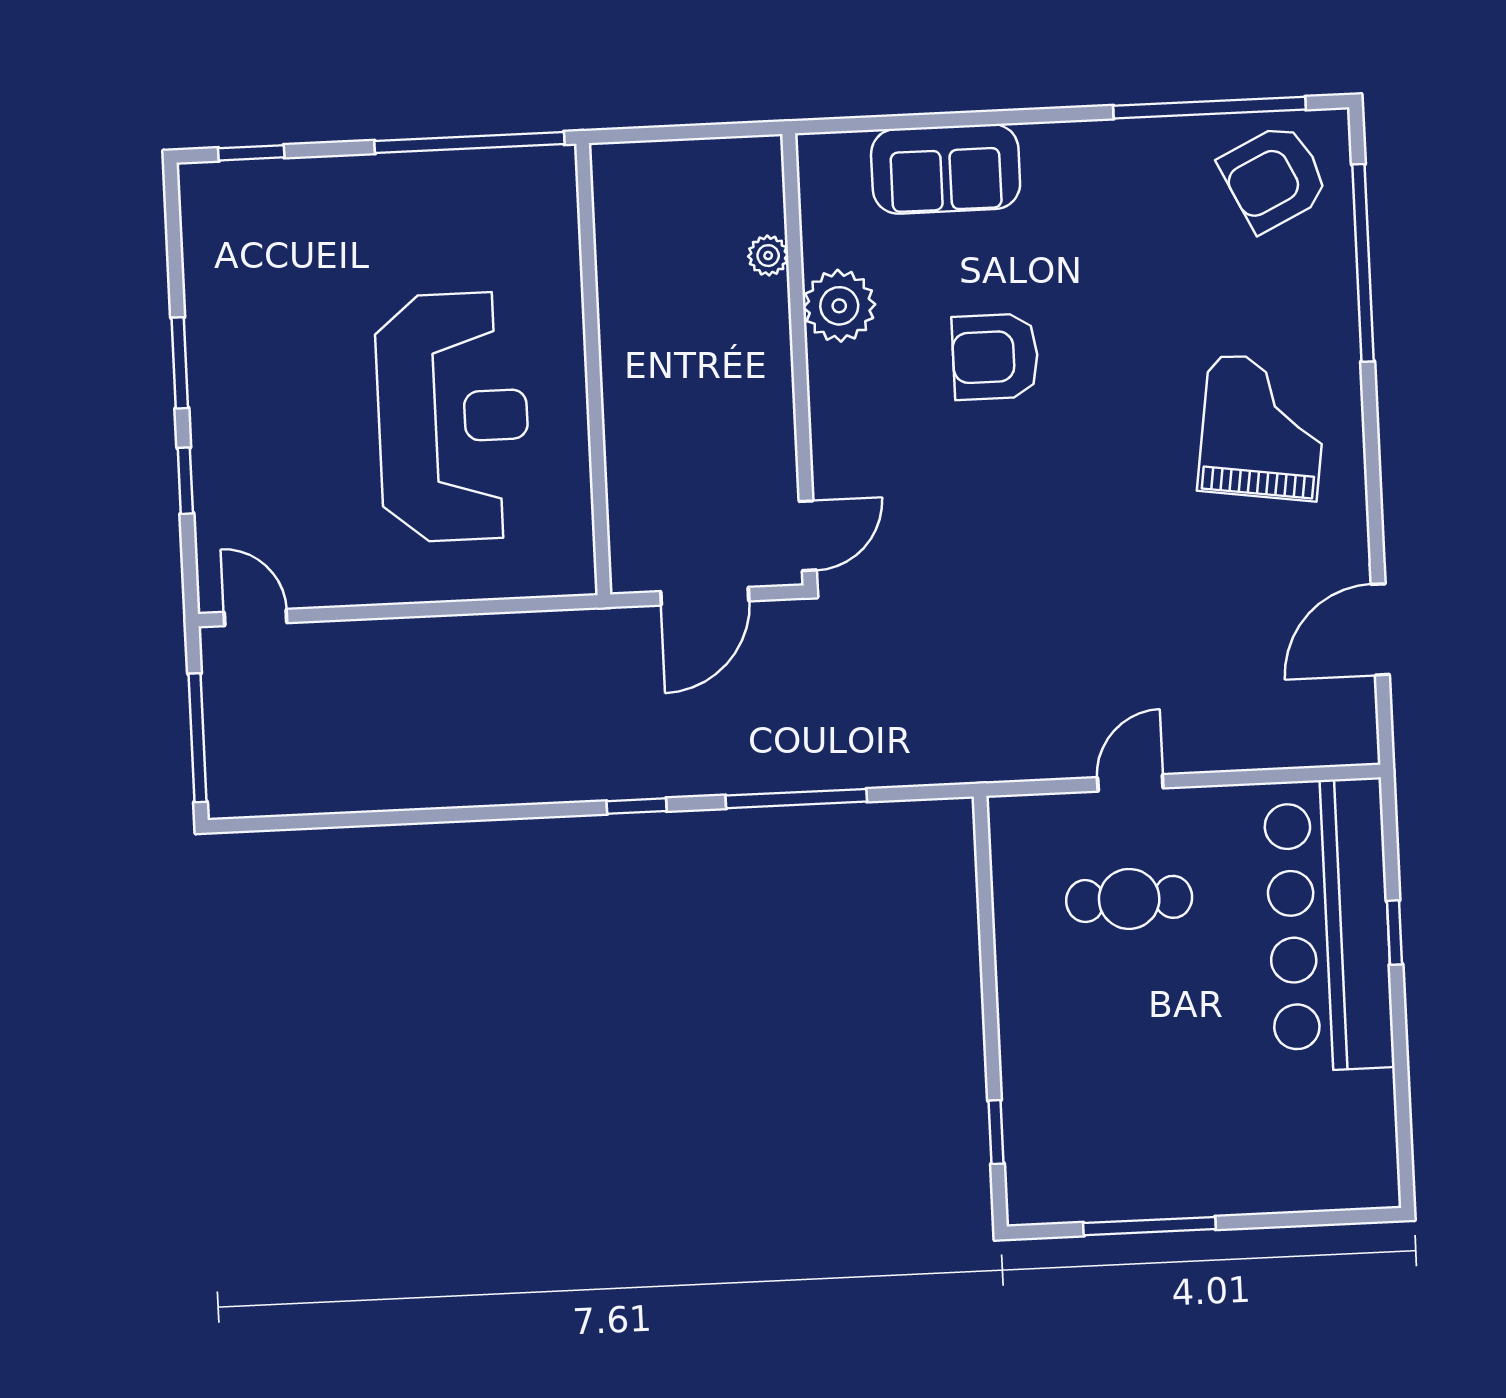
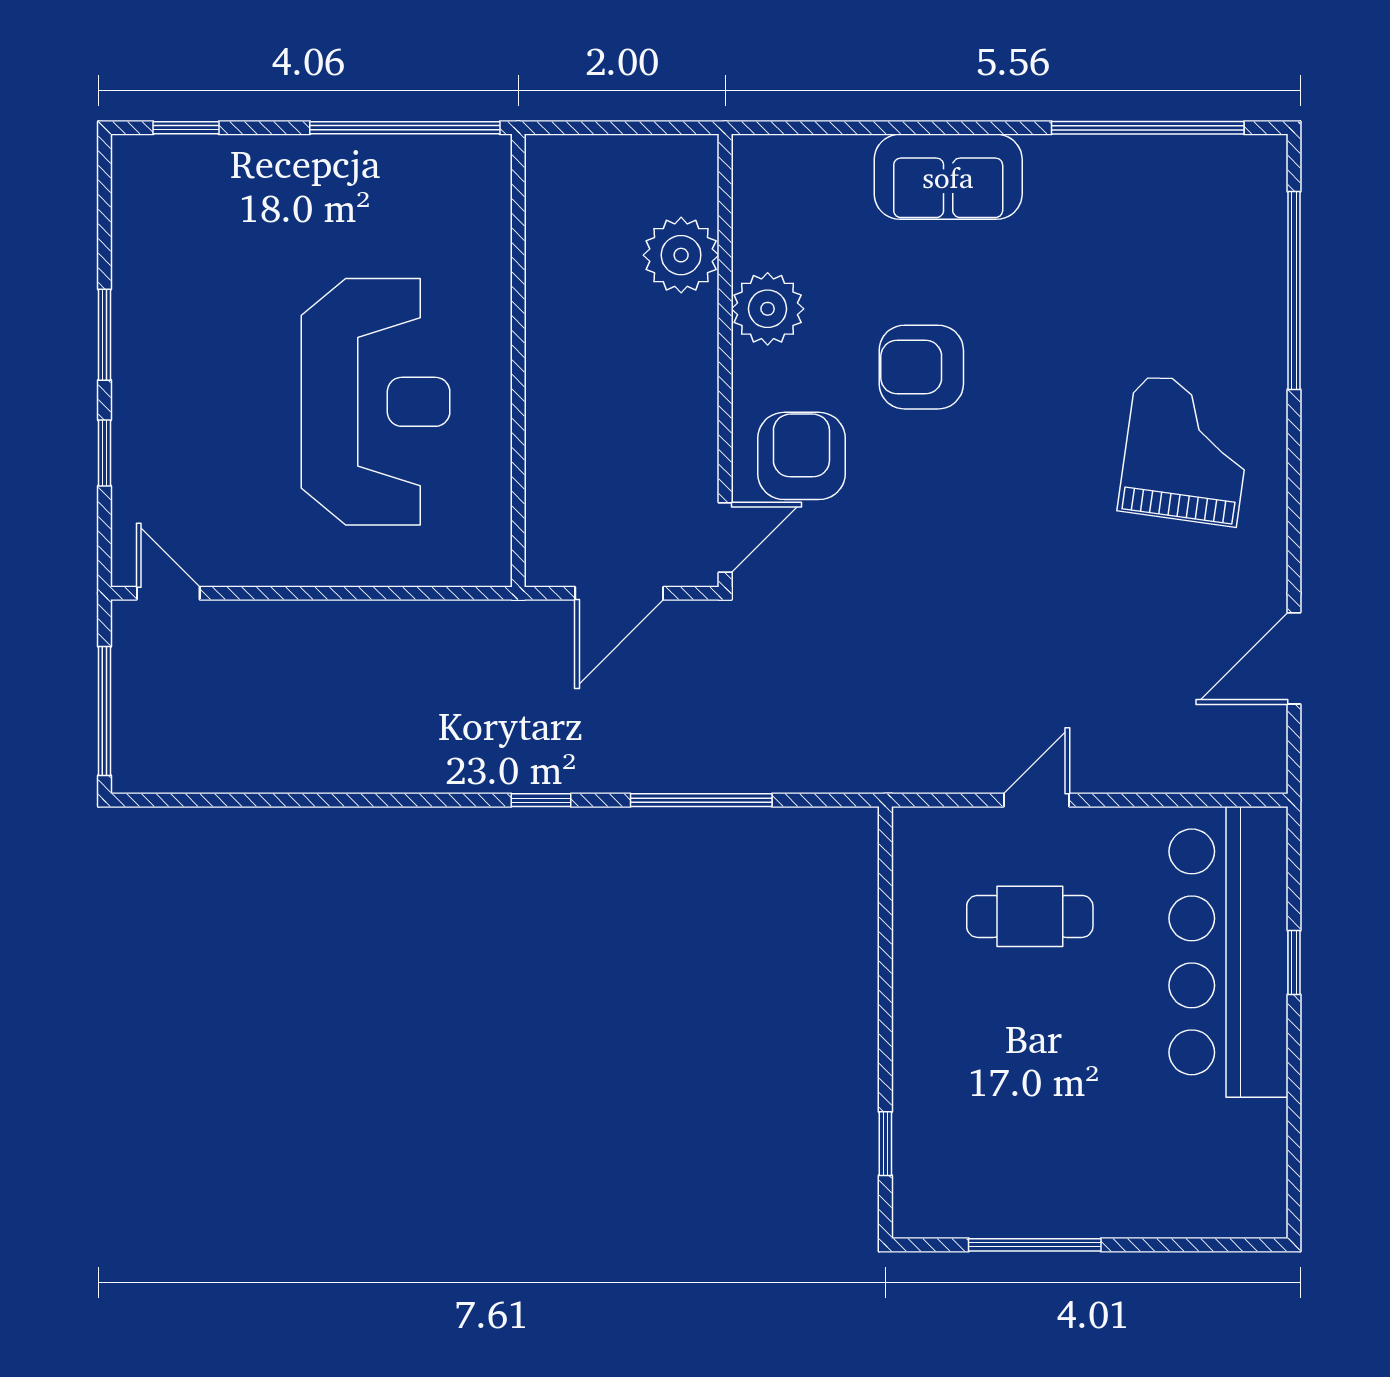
sofa: (946, 169) -> (948, 177), moved
armchair: (1274, 177) -> (801, 456), moved, turned 116
plant: (768, 256) -> (681, 255), width x1.88, depth x1.88

